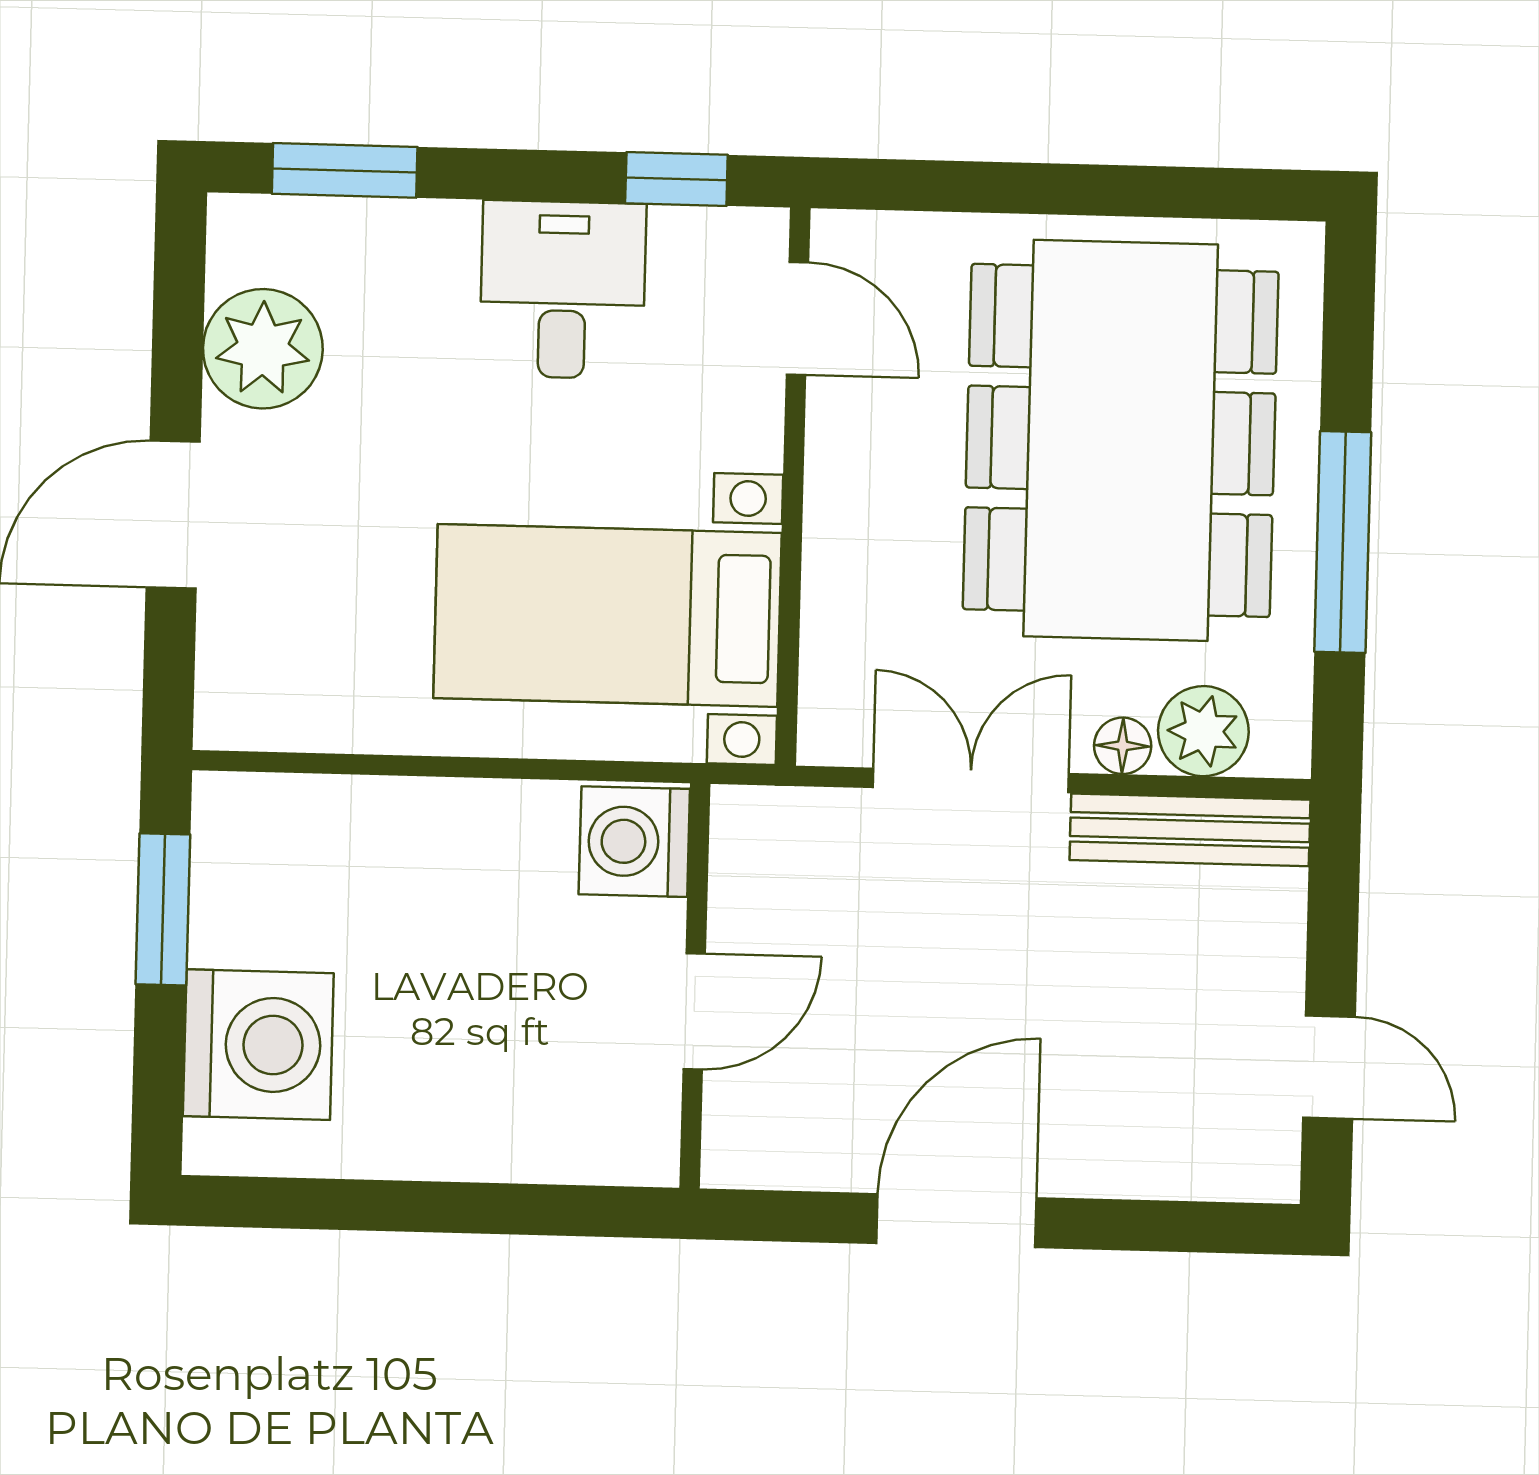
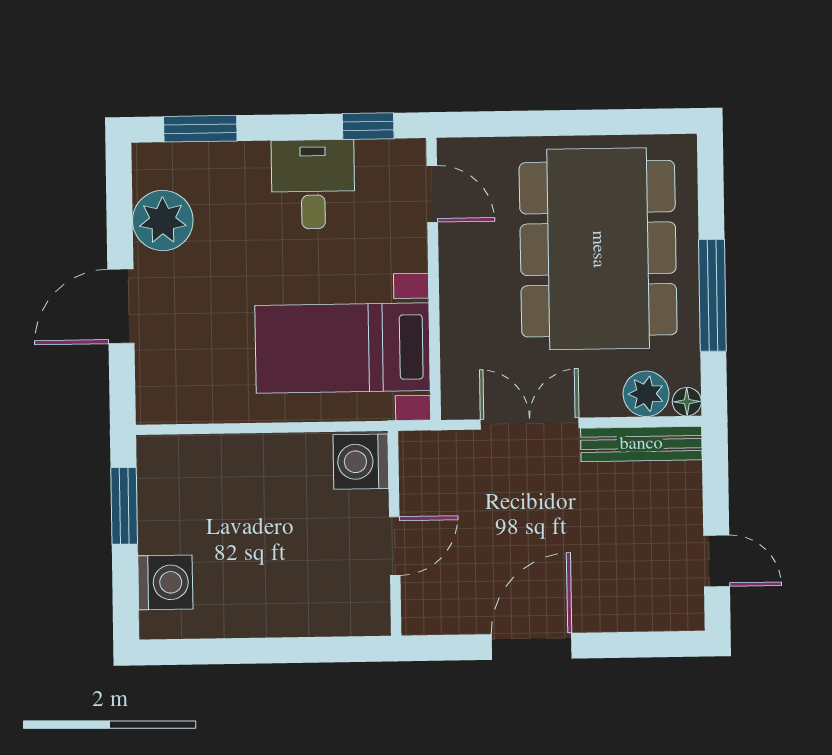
floor lamp: (1123, 746) -> (687, 402), moved
washing machine: (258, 1045) -> (165, 582), width x0.73, depth x0.73

